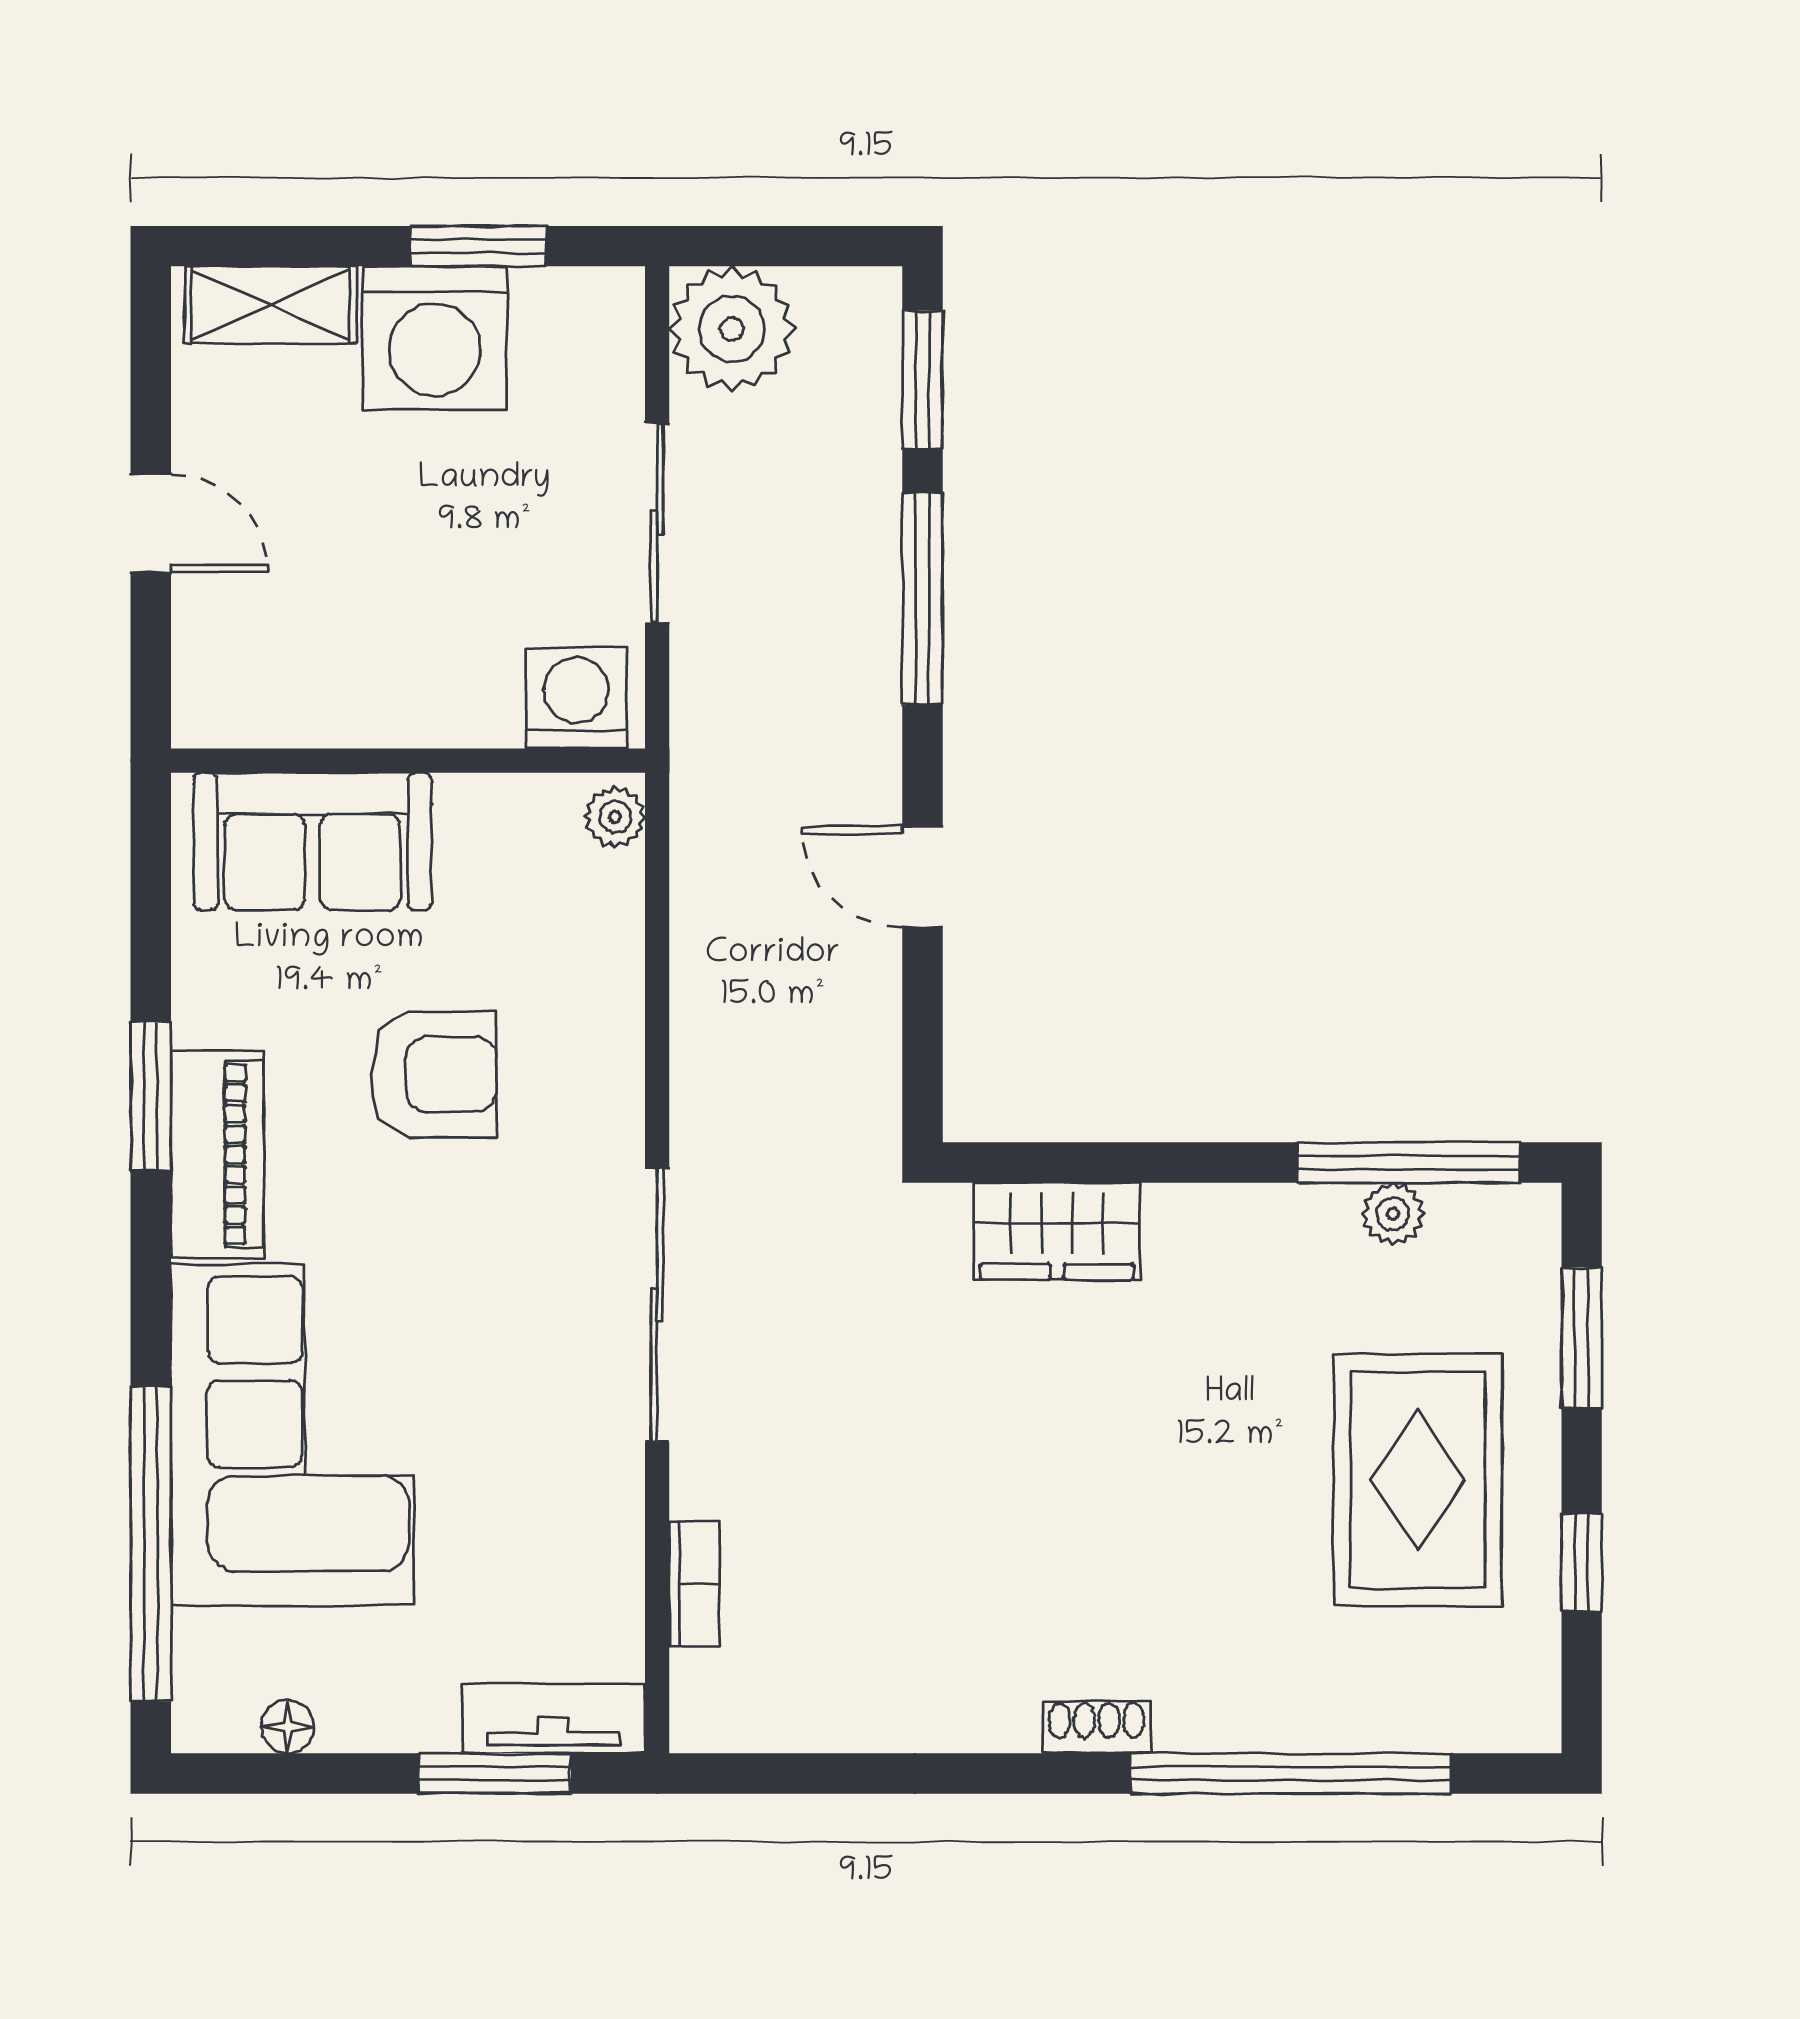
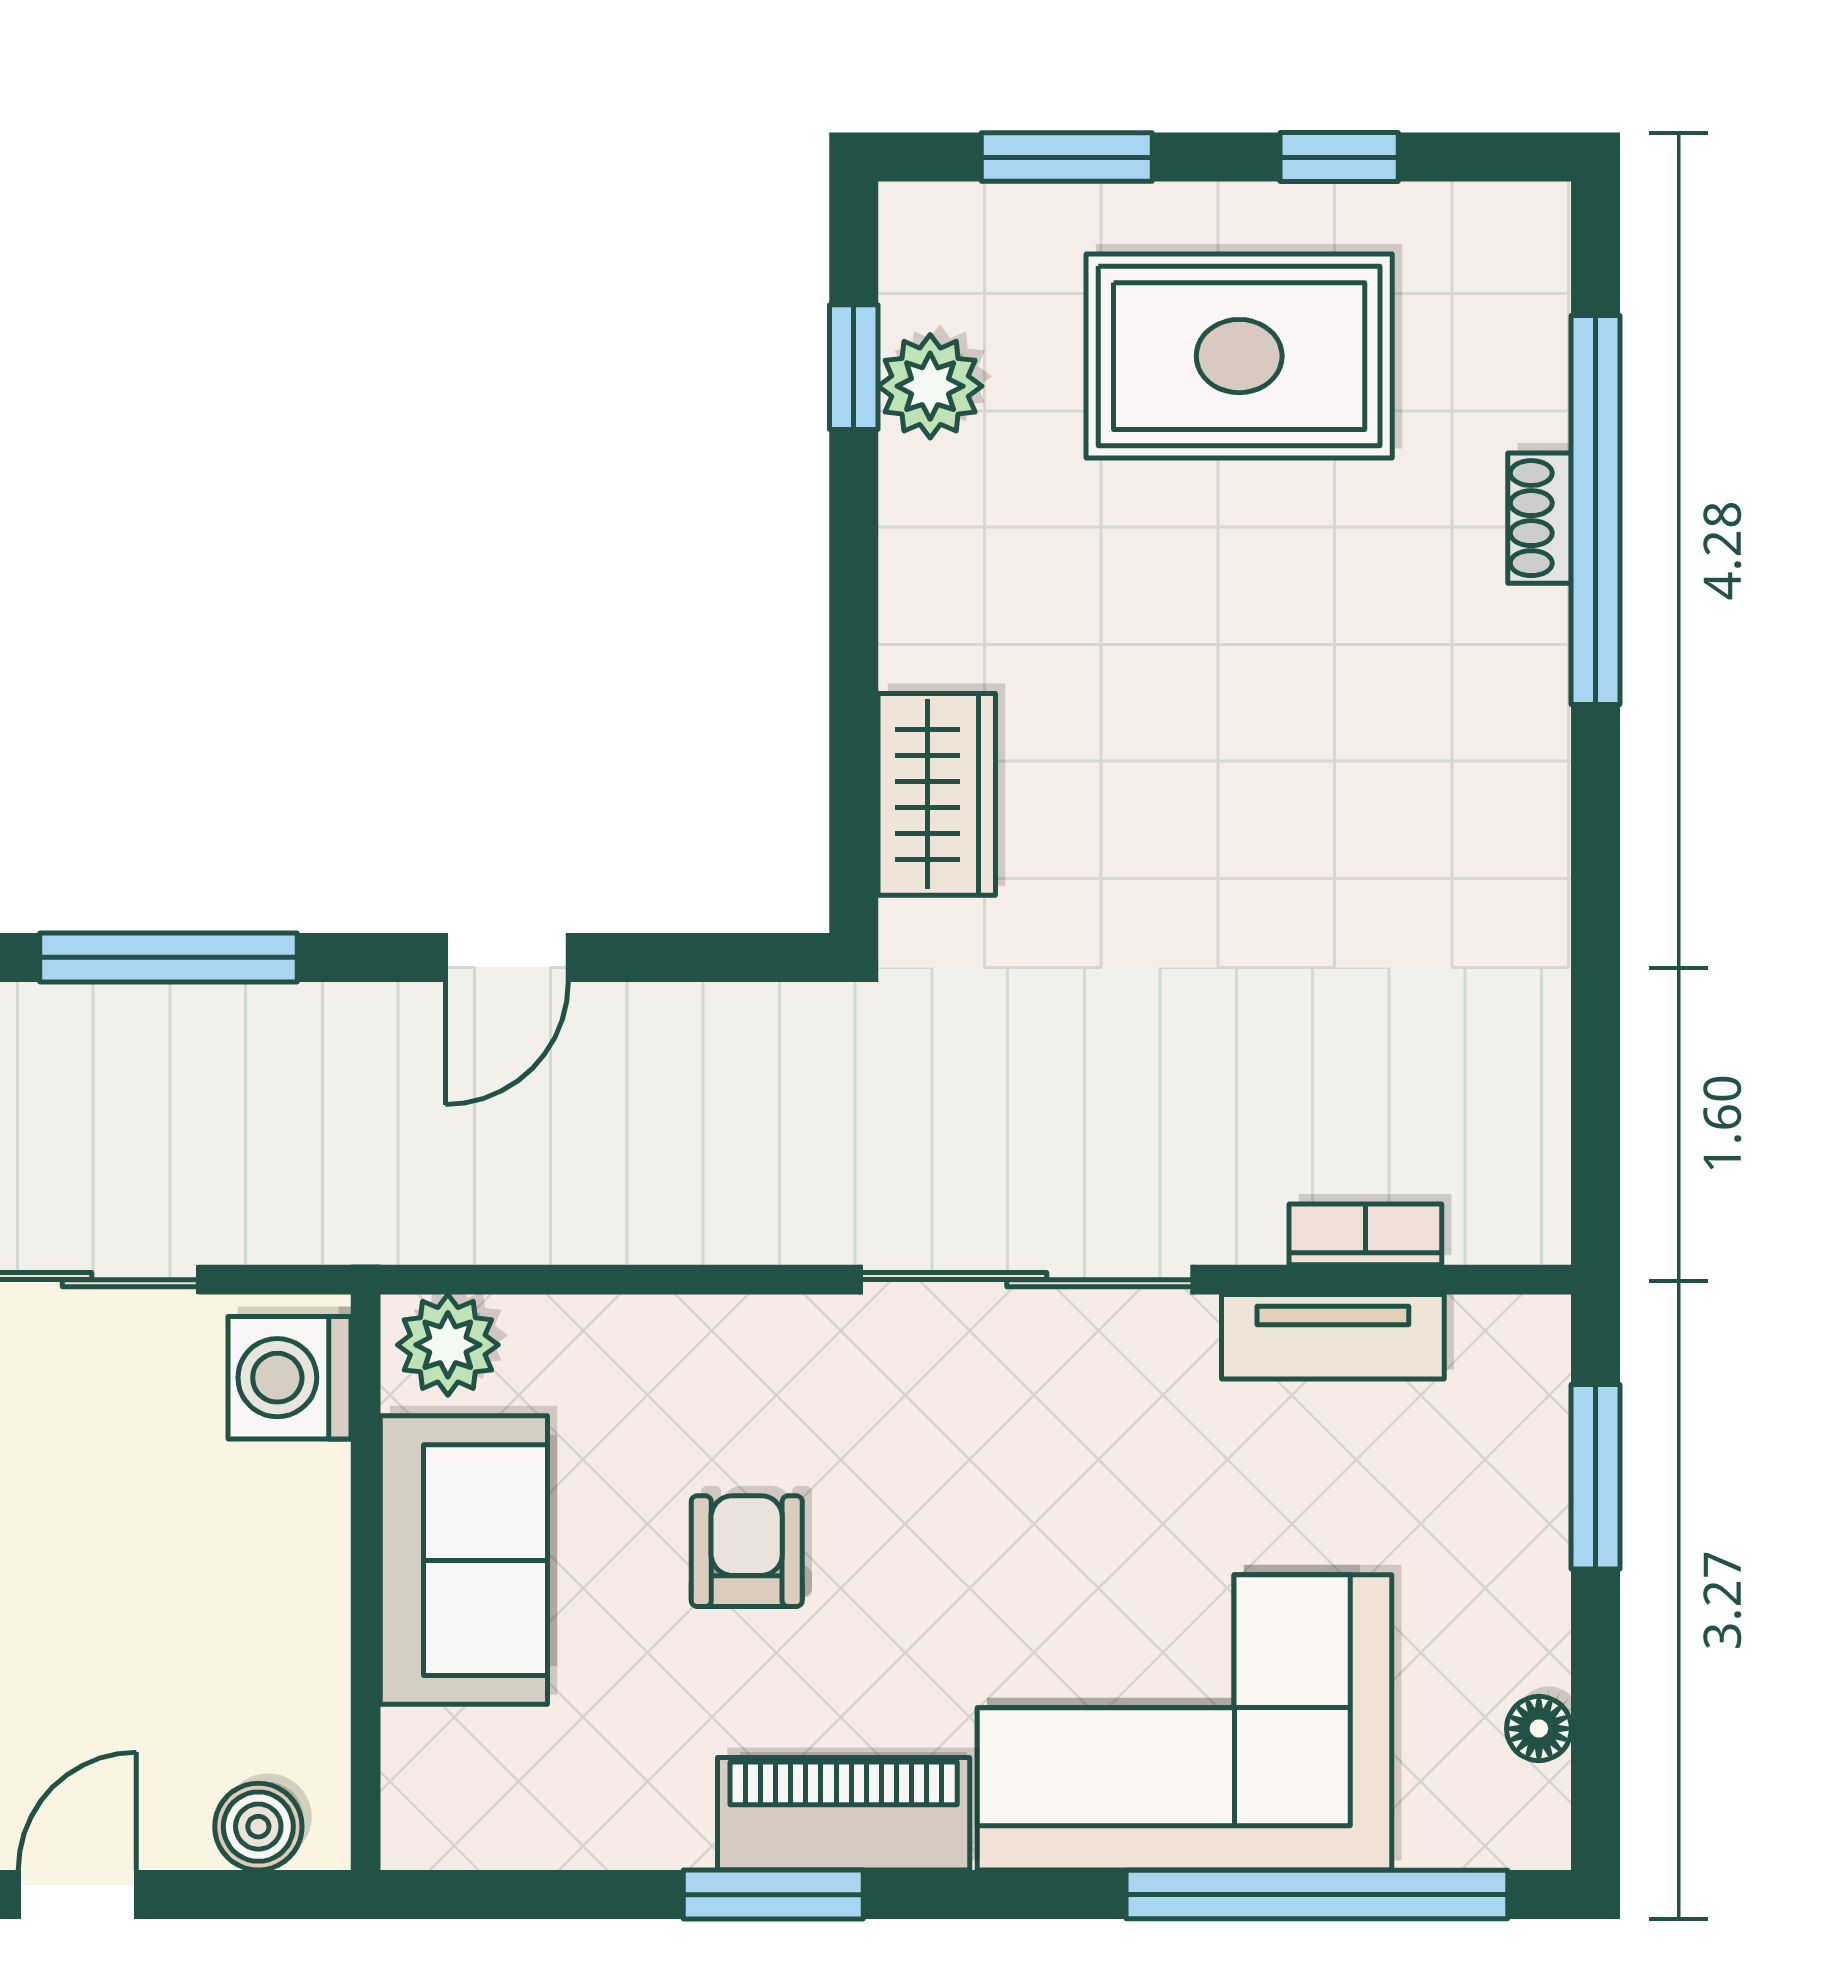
boiler: (207, 672) -> (258, 1827), added
plant: (615, 817) -> (448, 1345), width x1.38, depth x1.38
sofa: (313, 841) -> (464, 1560), moved
armchair: (434, 1074) -> (747, 1551), width x0.72, depth x0.72
window: (1409, 1163) -> (854, 367), width x0.46
plant: (1393, 1214) -> (930, 386), width x1.38, depth x1.38
tv unit: (554, 1718) -> (1333, 1337), moved, turned -90
shoe rack: (1097, 1727) -> (1539, 518), moved

